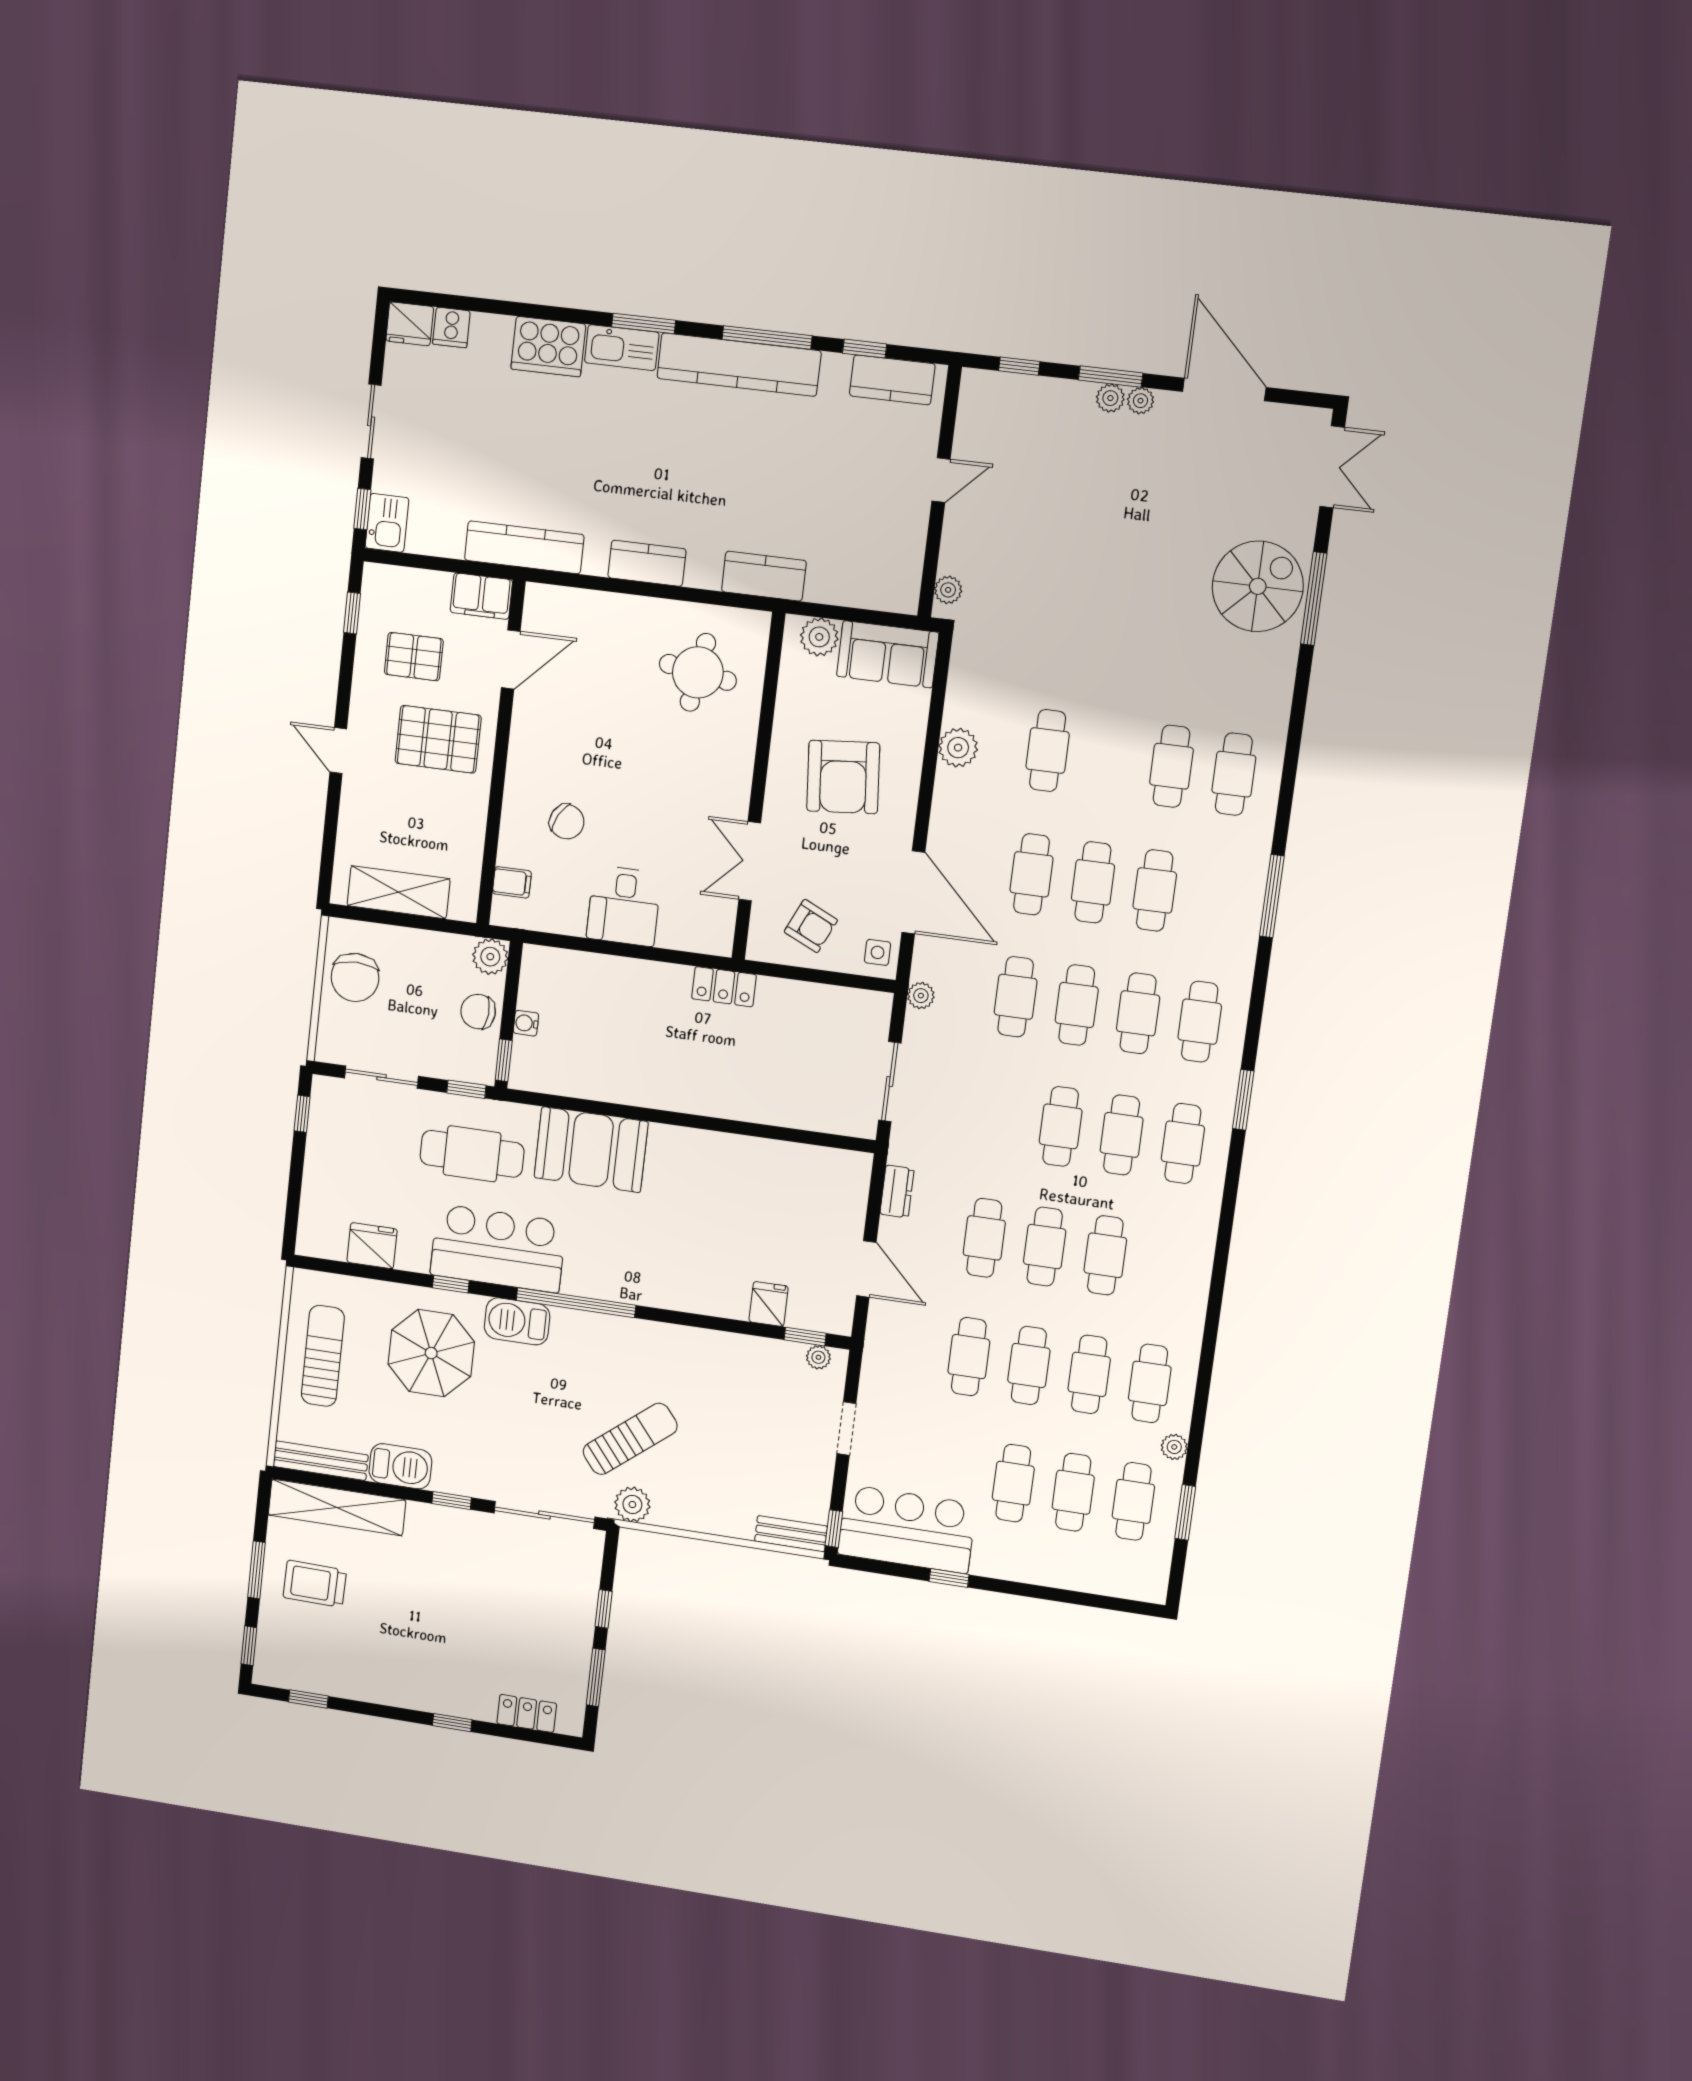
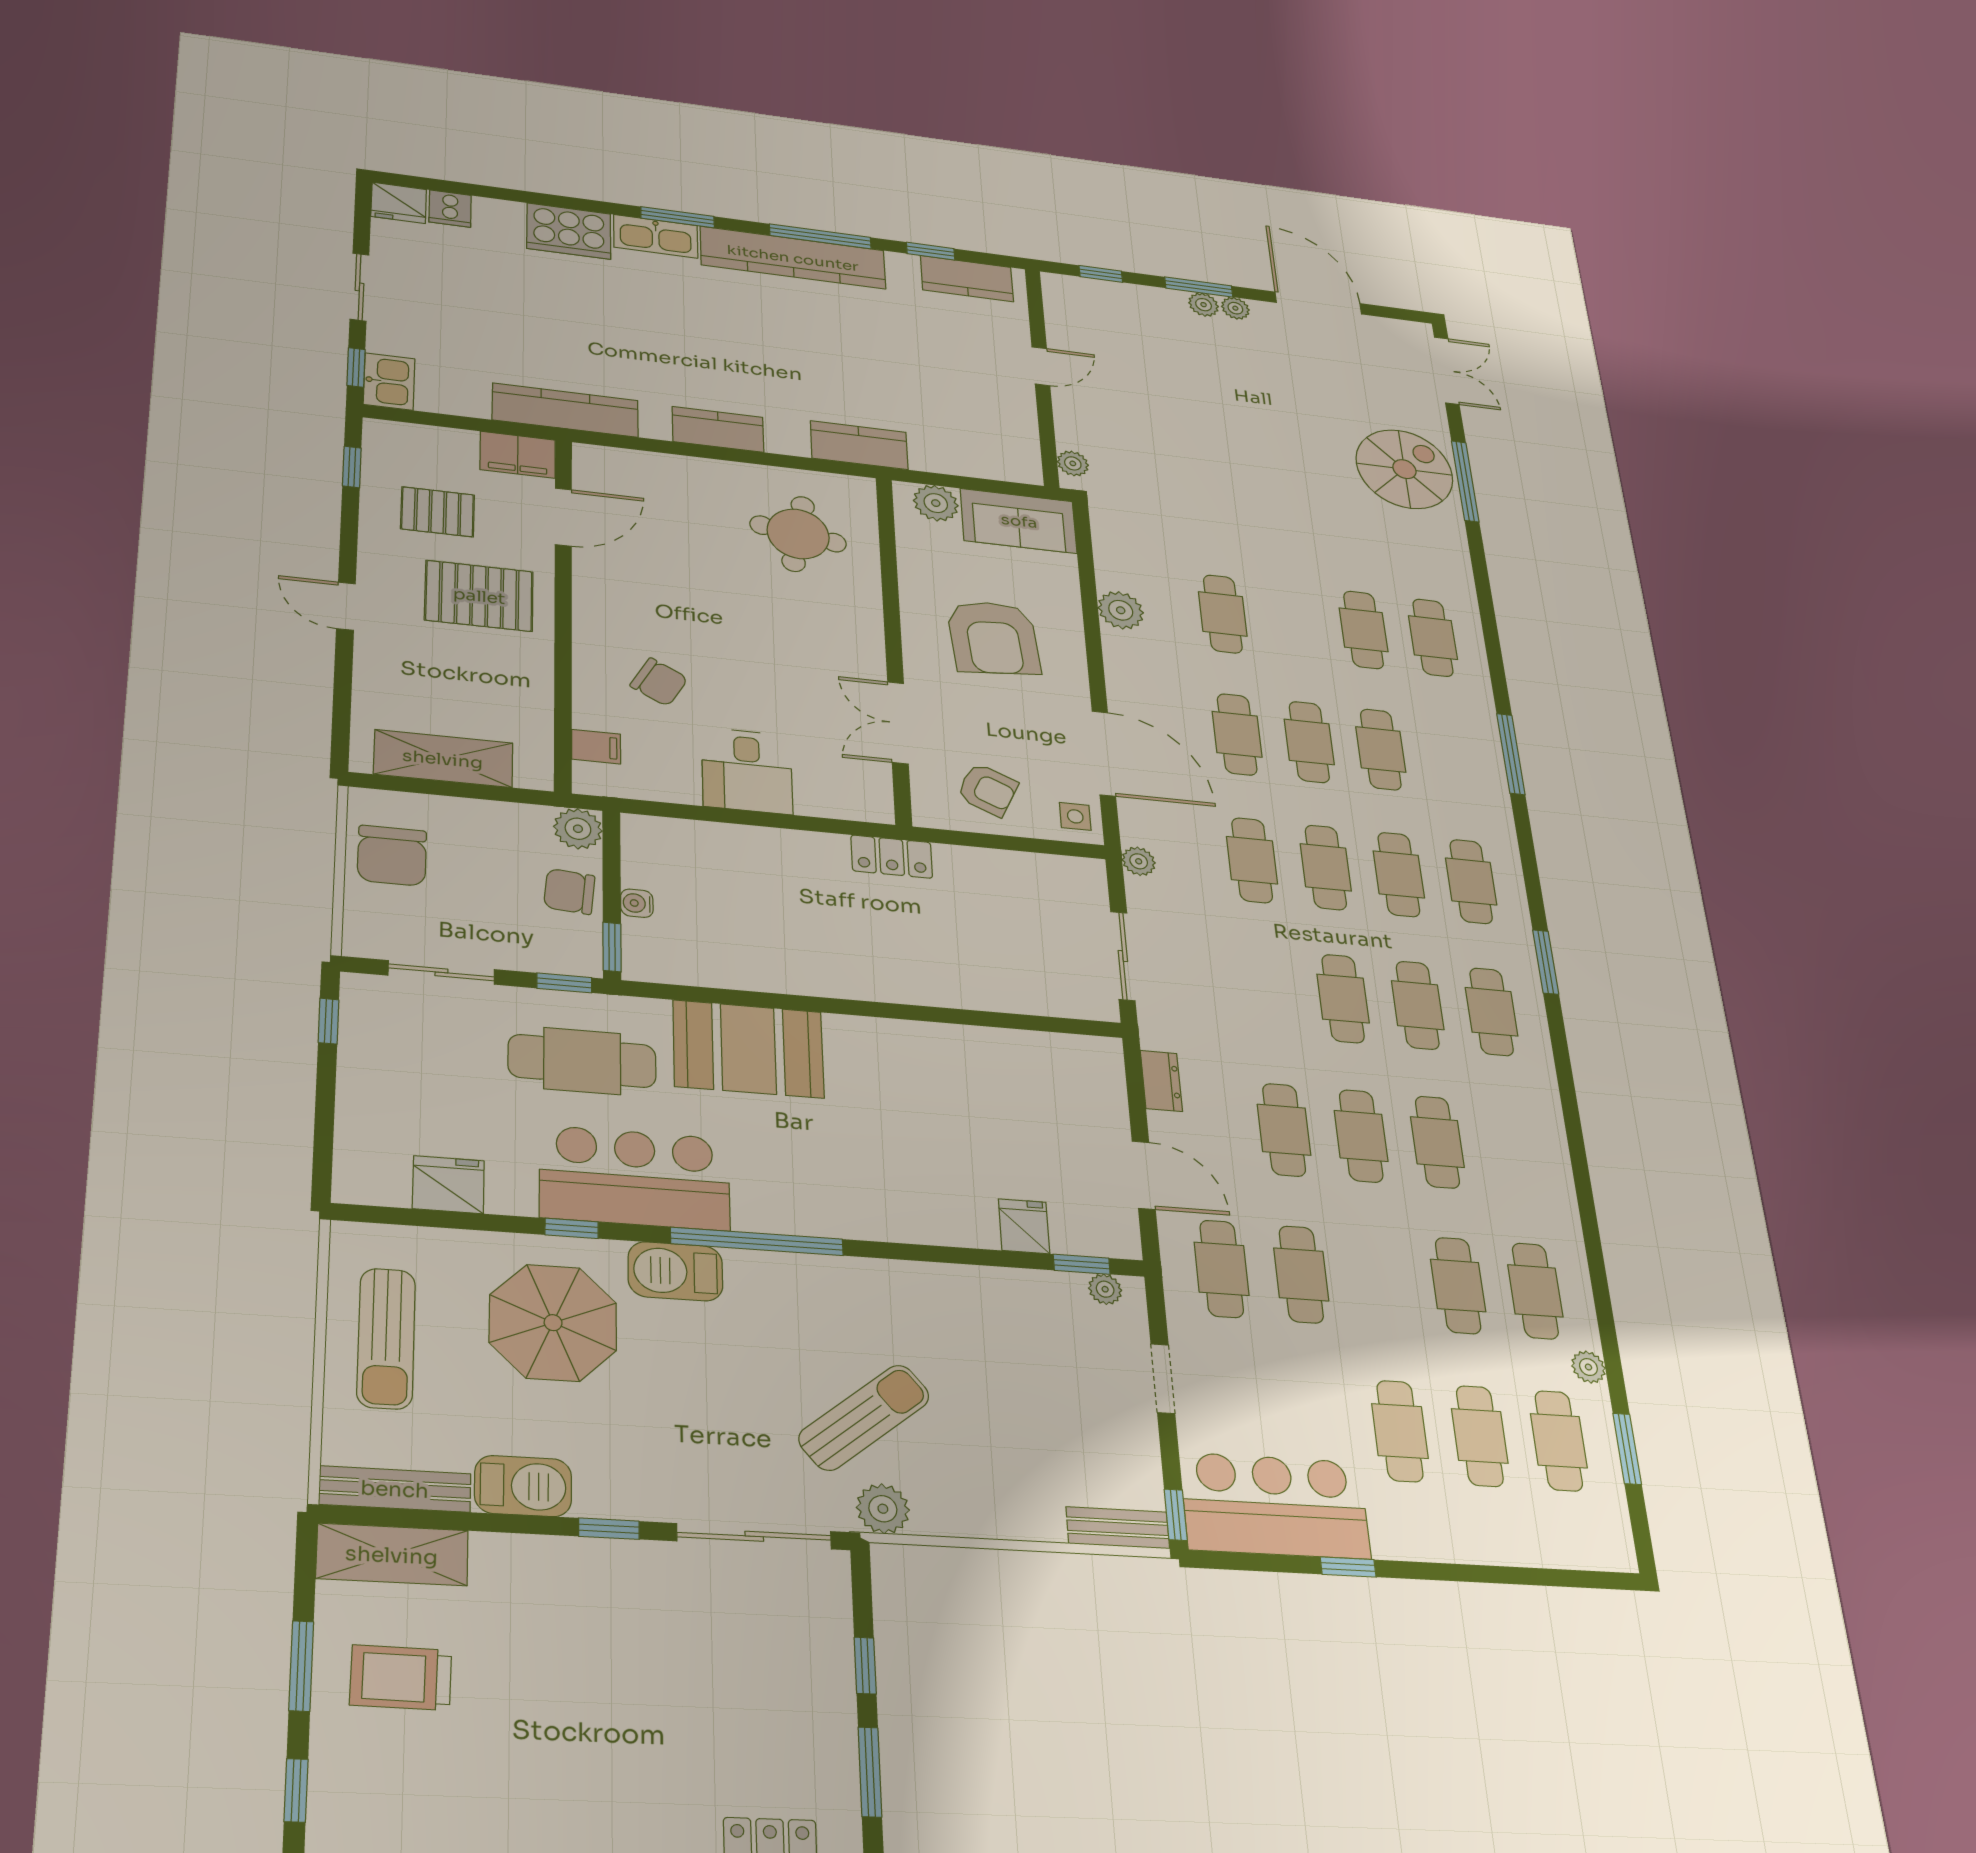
sun lounger: (323, 1356) -> (386, 1338), turned 180
cafe table: (1029, 1365) -> (1222, 1269), moved
shelving: (337, 1507) -> (392, 1555), width x0.68

